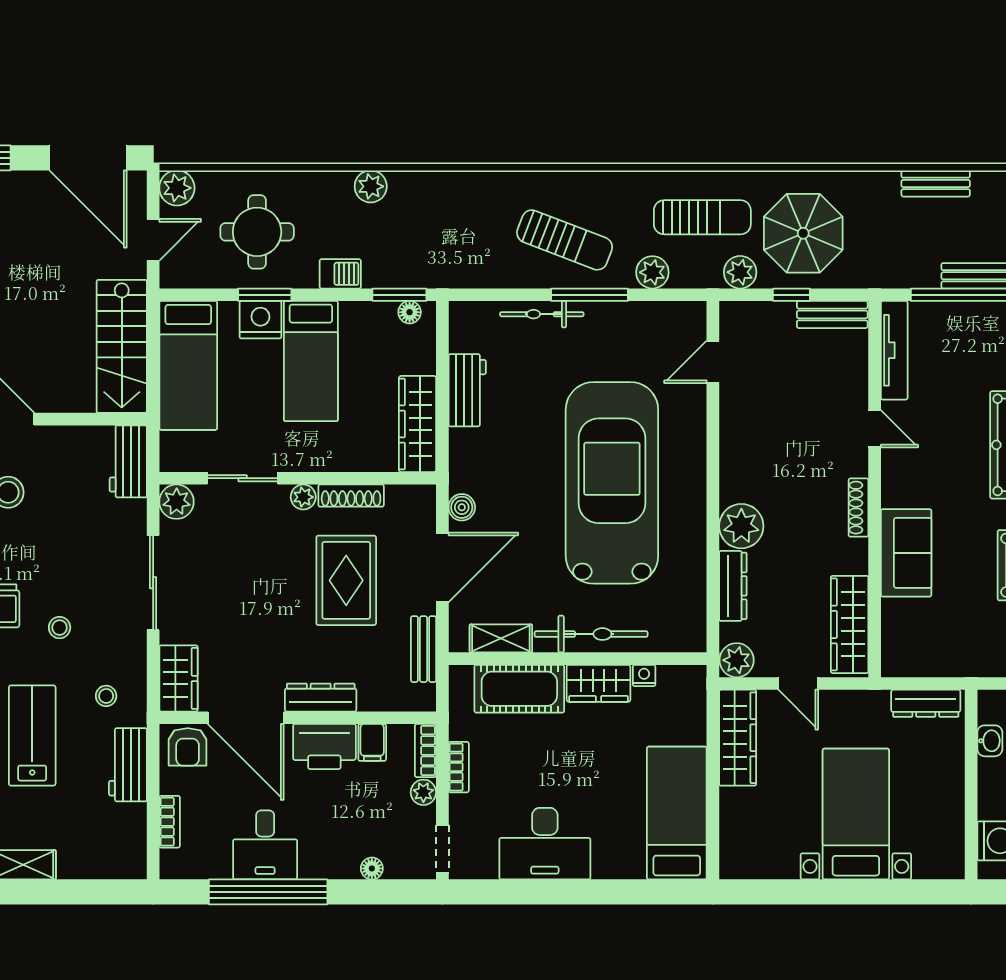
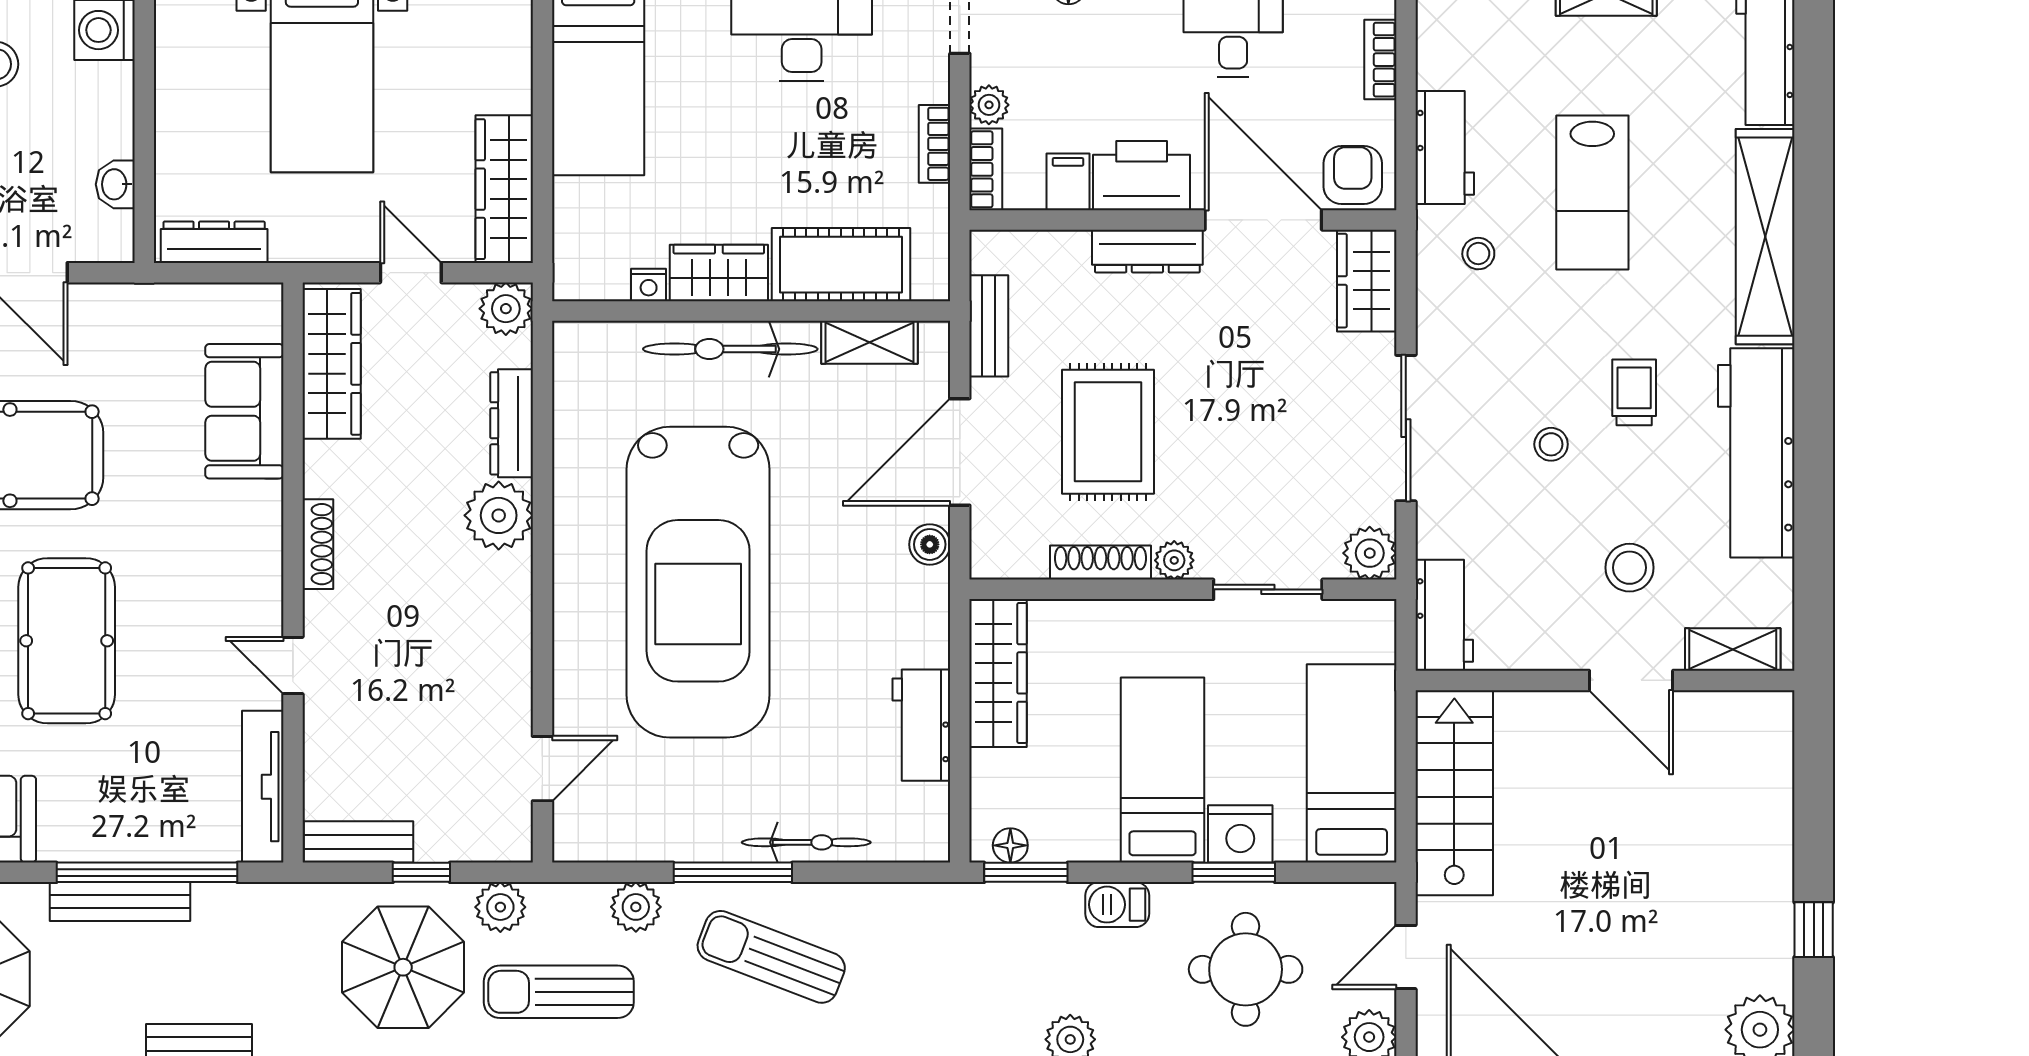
sofa: (906, 553) -> (244, 411), moved
stool: (60, 628) -> (1551, 444), moved

